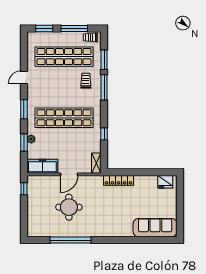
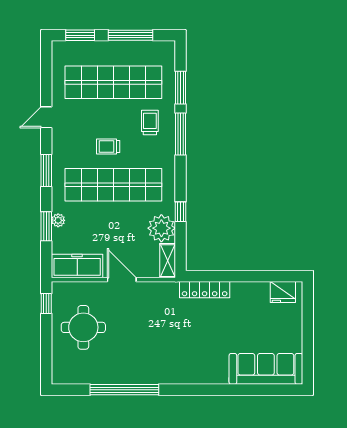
trolley: (90, 37) -> (108, 147), moved
plant: (93, 144) -> (161, 228), added
door: (69, 174) -> (122, 280), swing flipped
round table: (69, 207) -> (83, 327), moved

